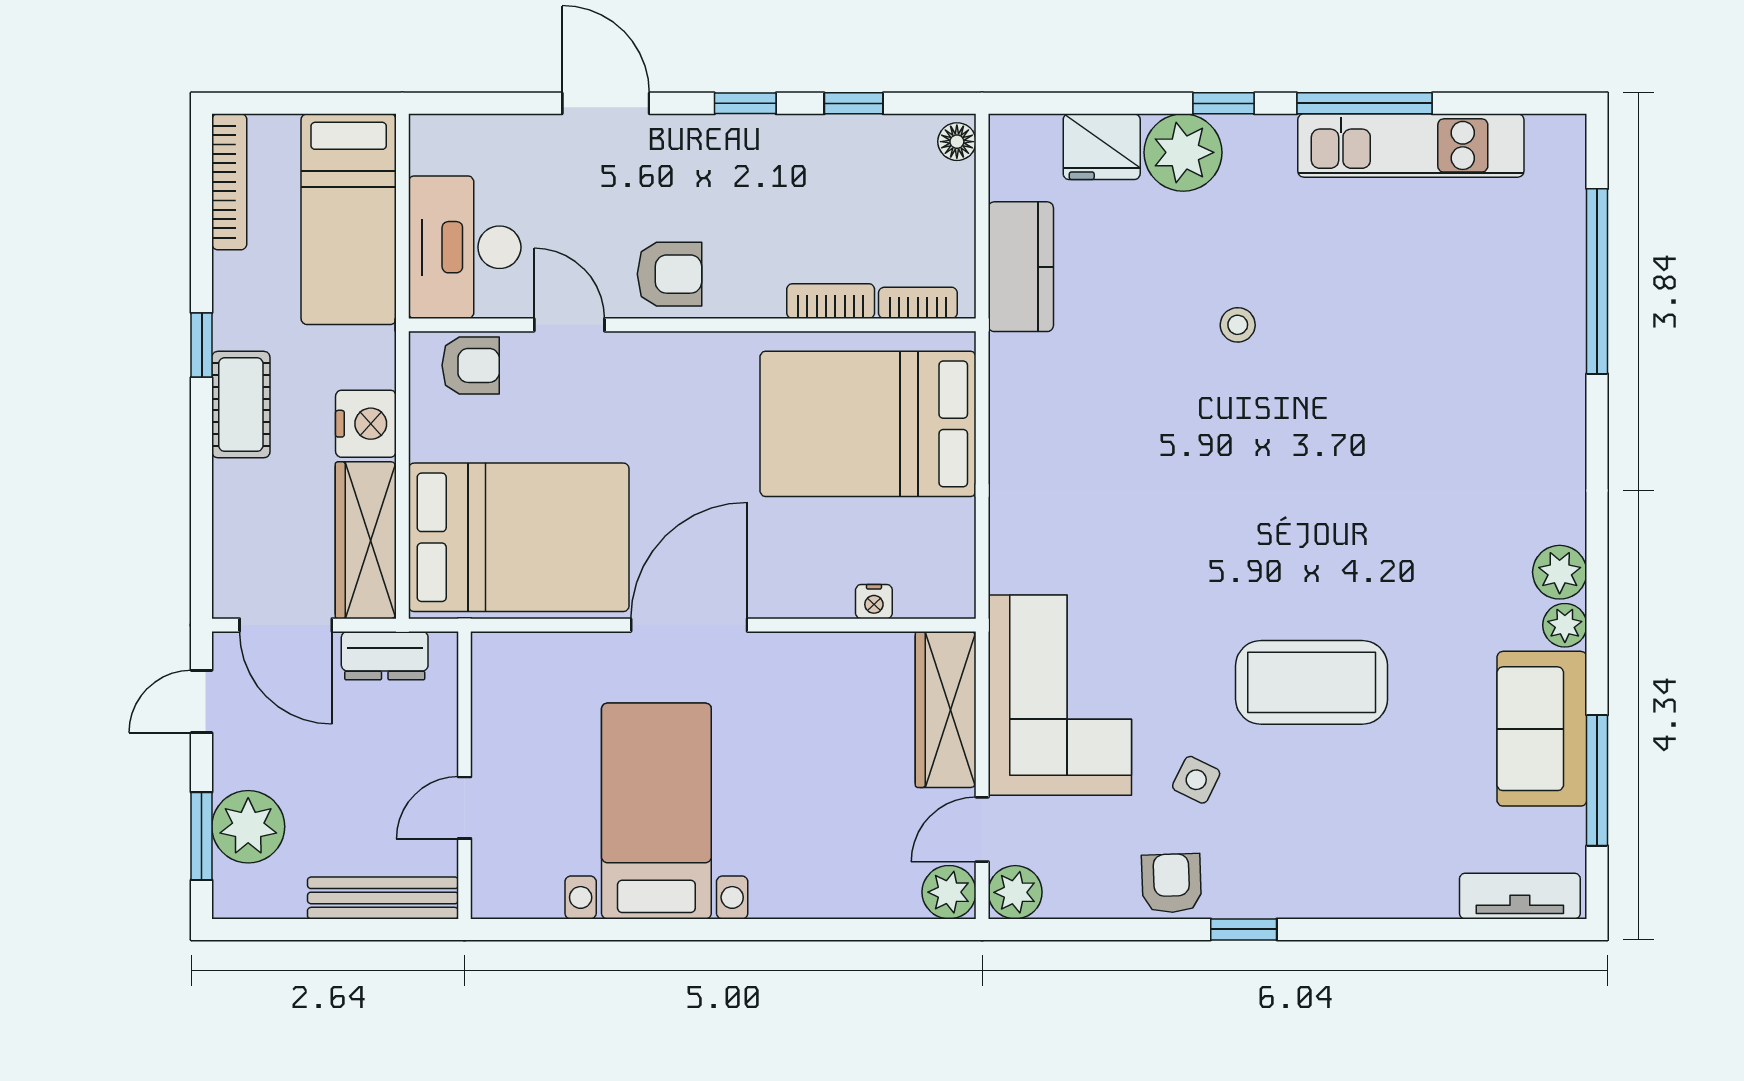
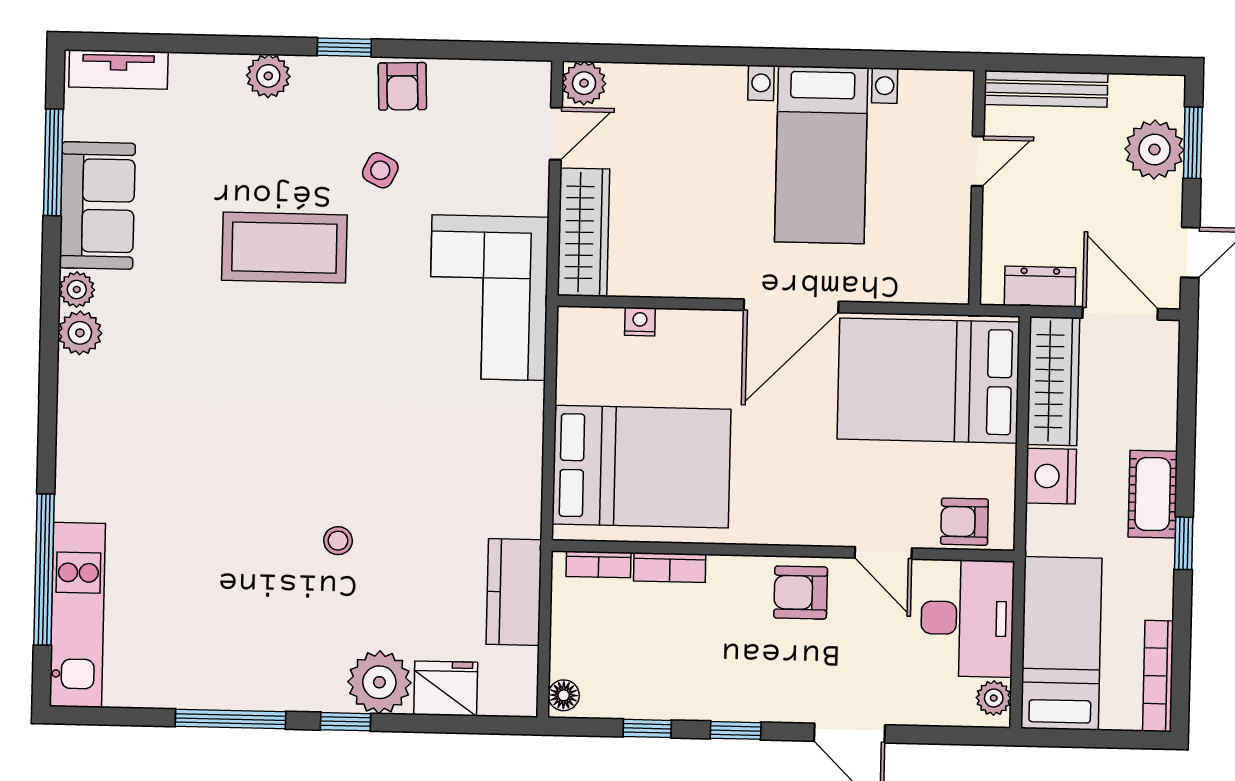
kitchen unit: (1411, 145) -> (77, 615), moved, turned 90
plant: (430, 150) -> (994, 698), added
corner sofa: (1060, 695) -> (489, 298), moved
plant: (1015, 892) -> (268, 76), moved

